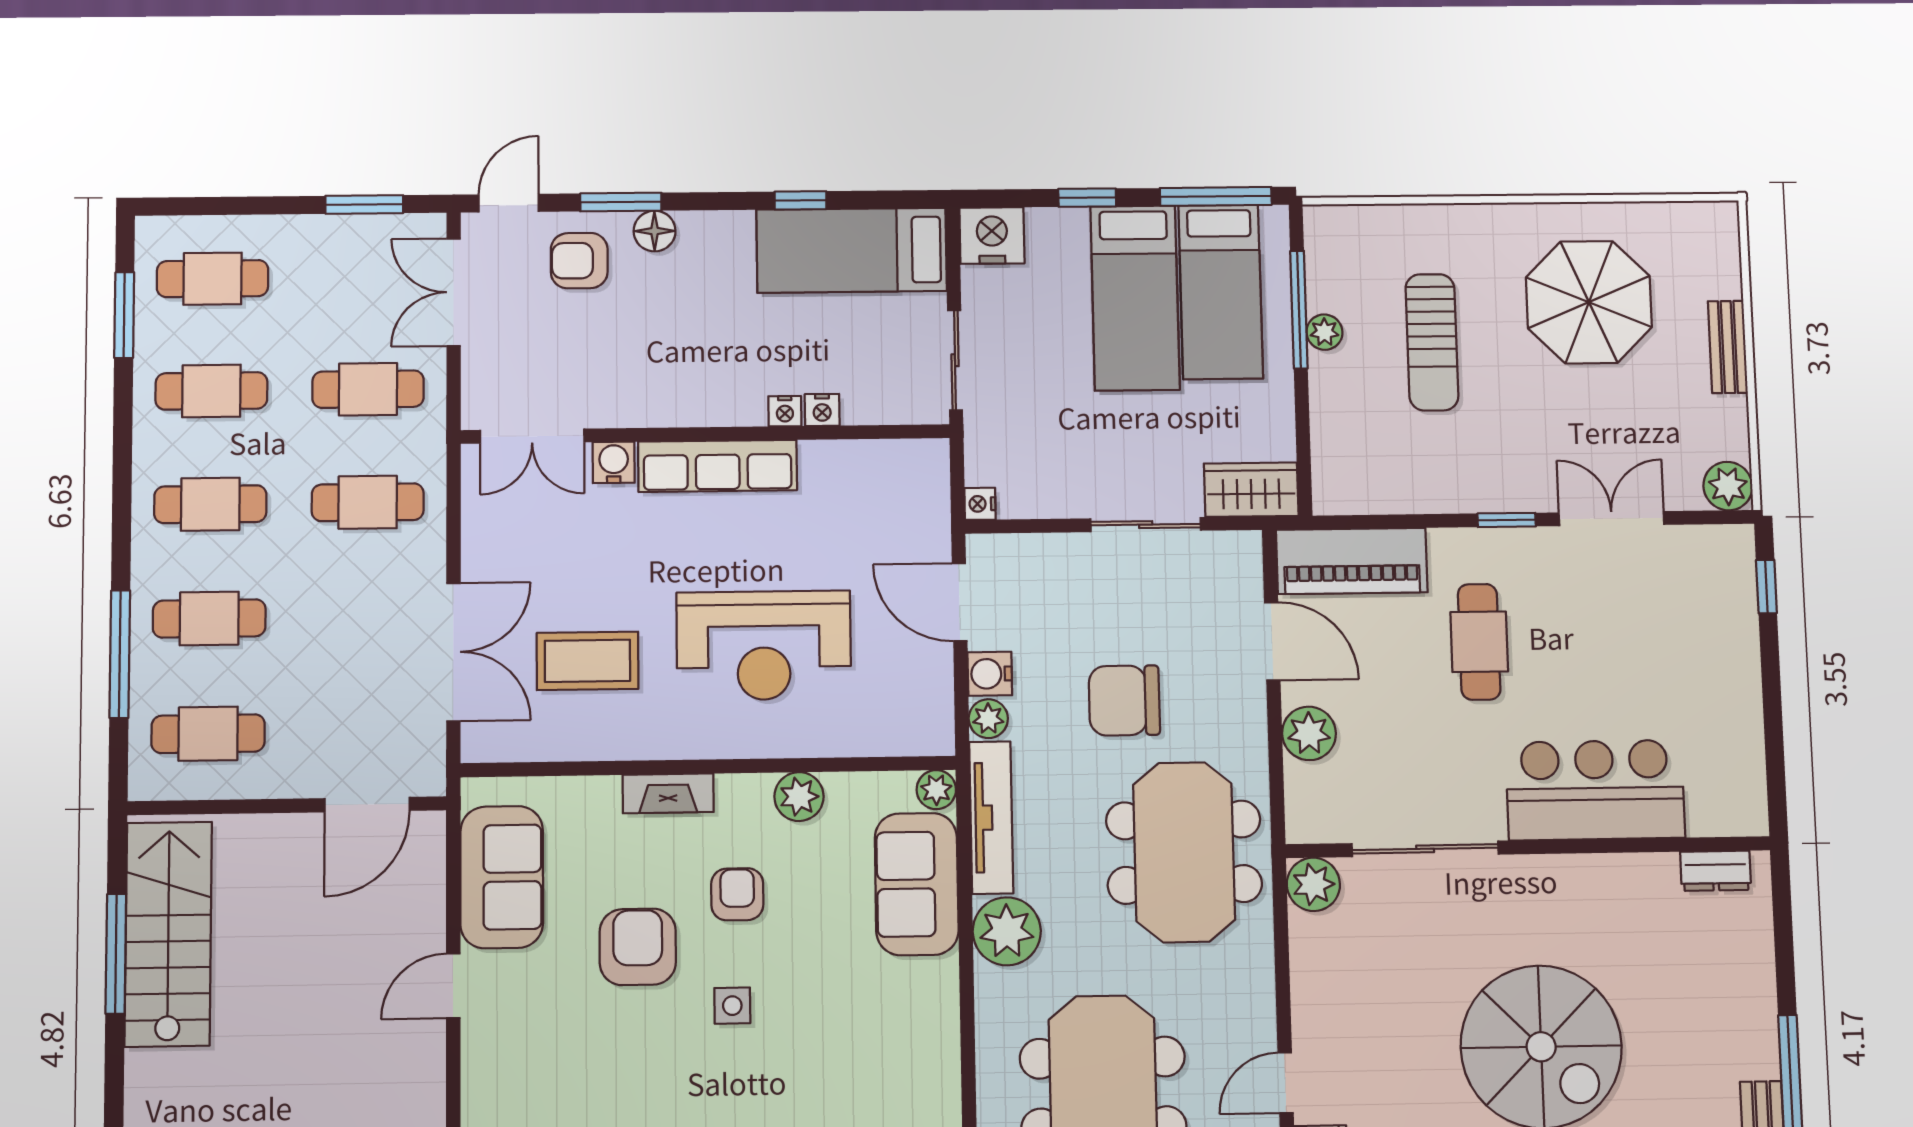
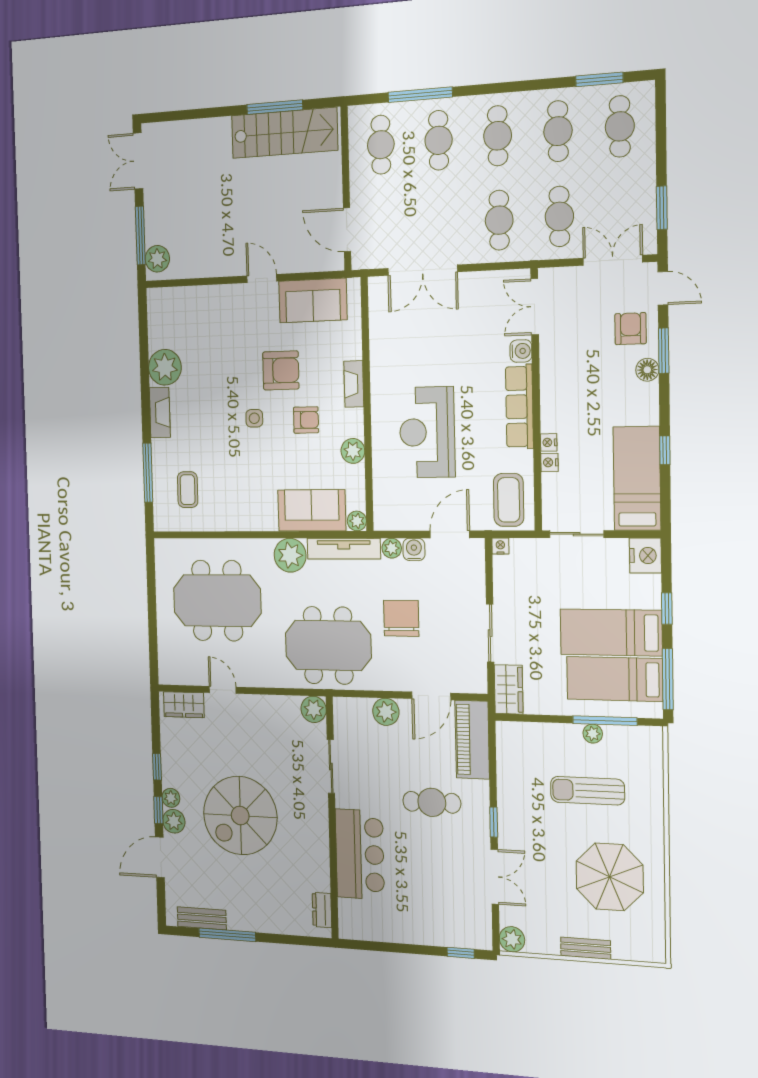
coffee table: (588, 661) -> (509, 500), moved
sliding door: (1425, 849) -> (331, 766), width x0.73

